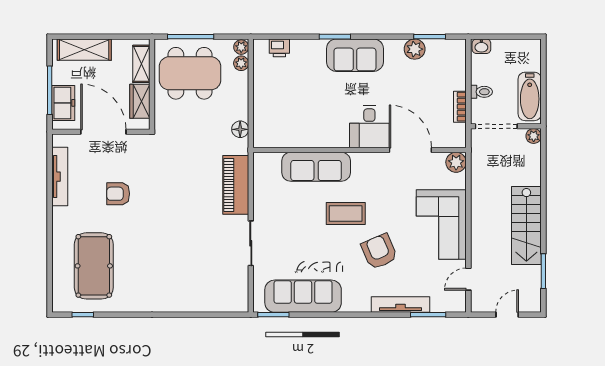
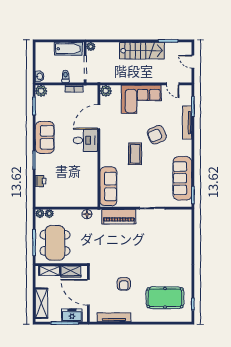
printer: (279, 48) -> (40, 181), moved
plant: (415, 49) -> (41, 91), moved
sofa: (355, 55) -> (45, 137), moved
door: (103, 132) -> (88, 292), hinge flipped
sofa: (316, 167) -> (108, 186), moved

